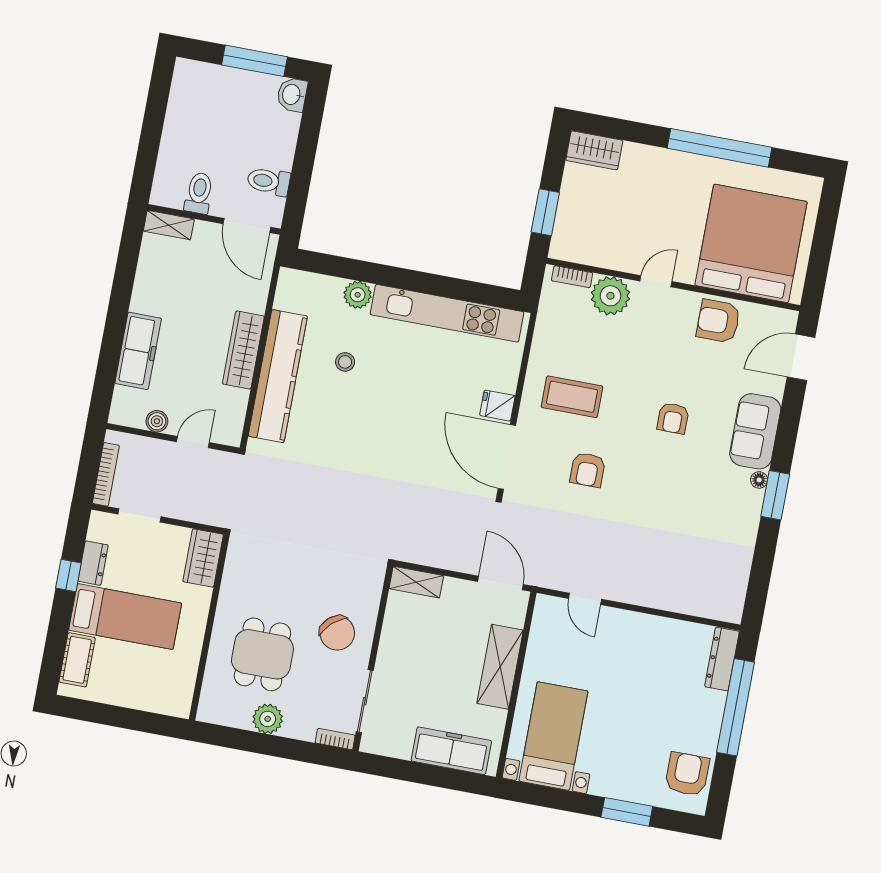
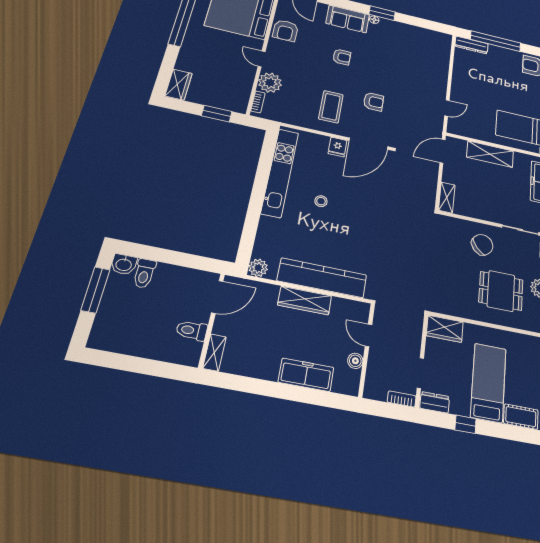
toilet: (269, 181) -> (144, 273), moved
plant: (358, 295) -> (258, 268), moved
stool: (345, 362) -> (321, 201), moved
bookcase: (106, 474) -> (402, 399), width x0.64
dresser: (93, 563) -> (435, 402), moved

